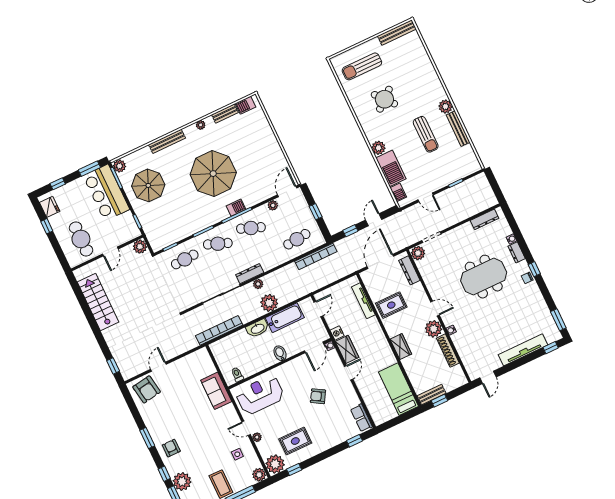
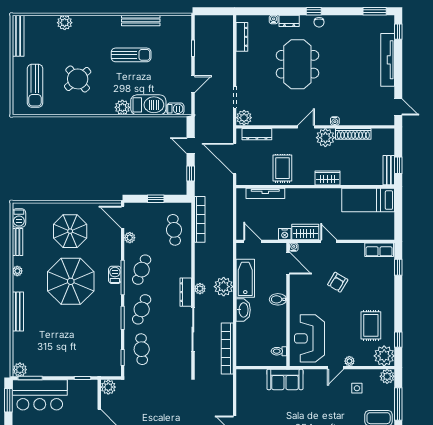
plant: (445, 106) -> (65, 23), moved
parasol: (148, 185) -> (70, 231), moved

